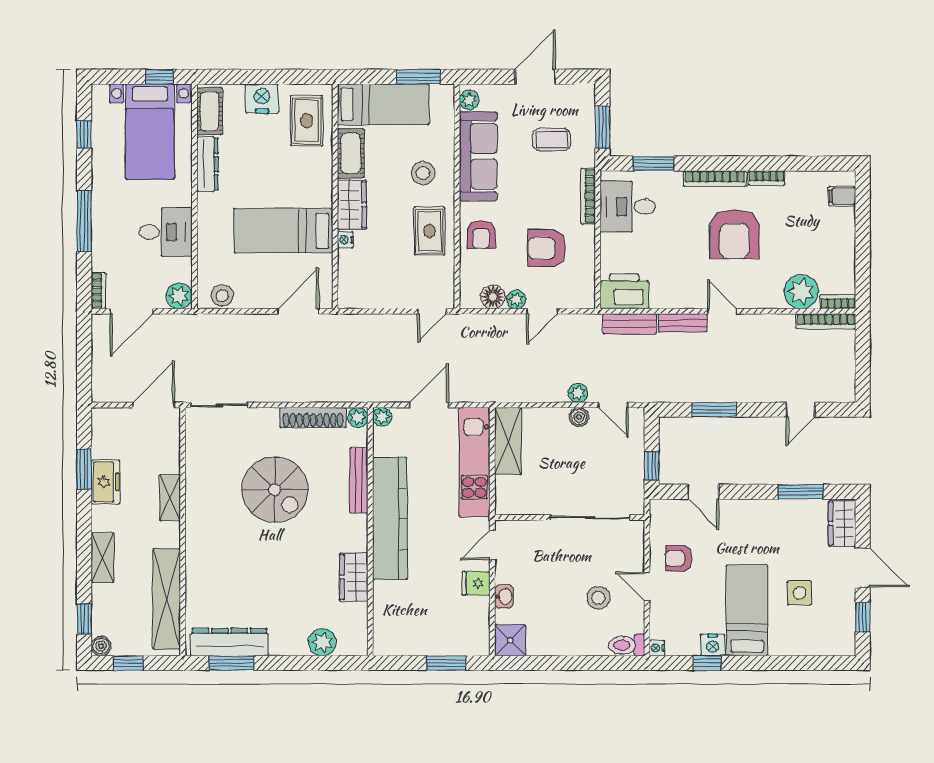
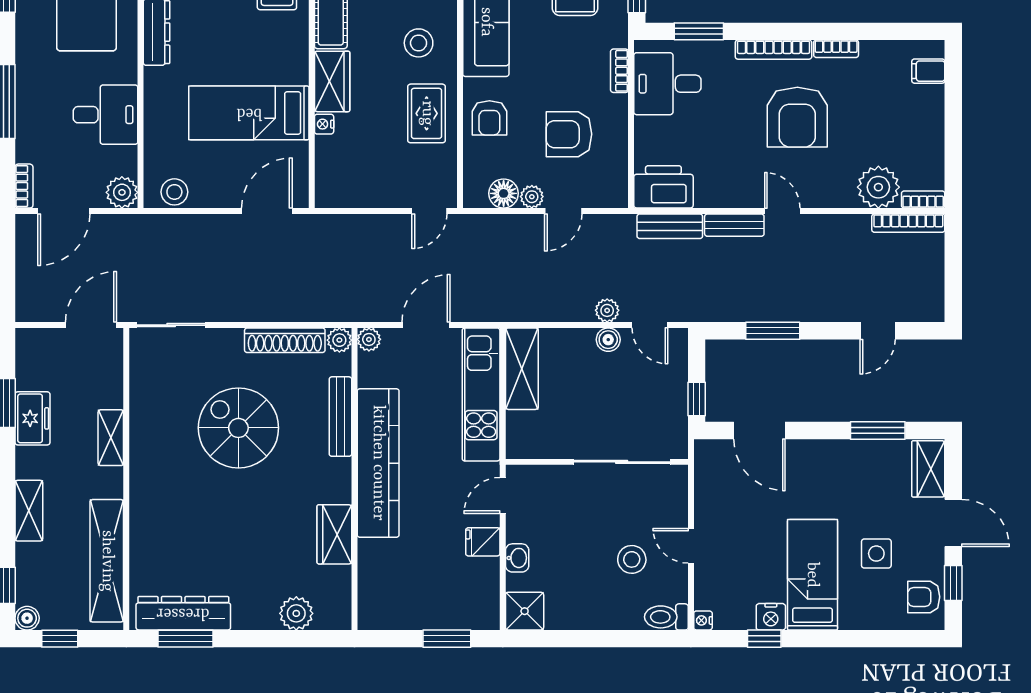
bookcase: (588, 196) -> (619, 71), width x0.64
spiral stairs: (275, 490) -> (238, 428), turned 180
door: (703, 492) -> (759, 431), width x1.38
armchair: (679, 558) -> (924, 597), moved

